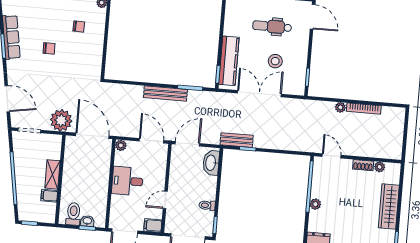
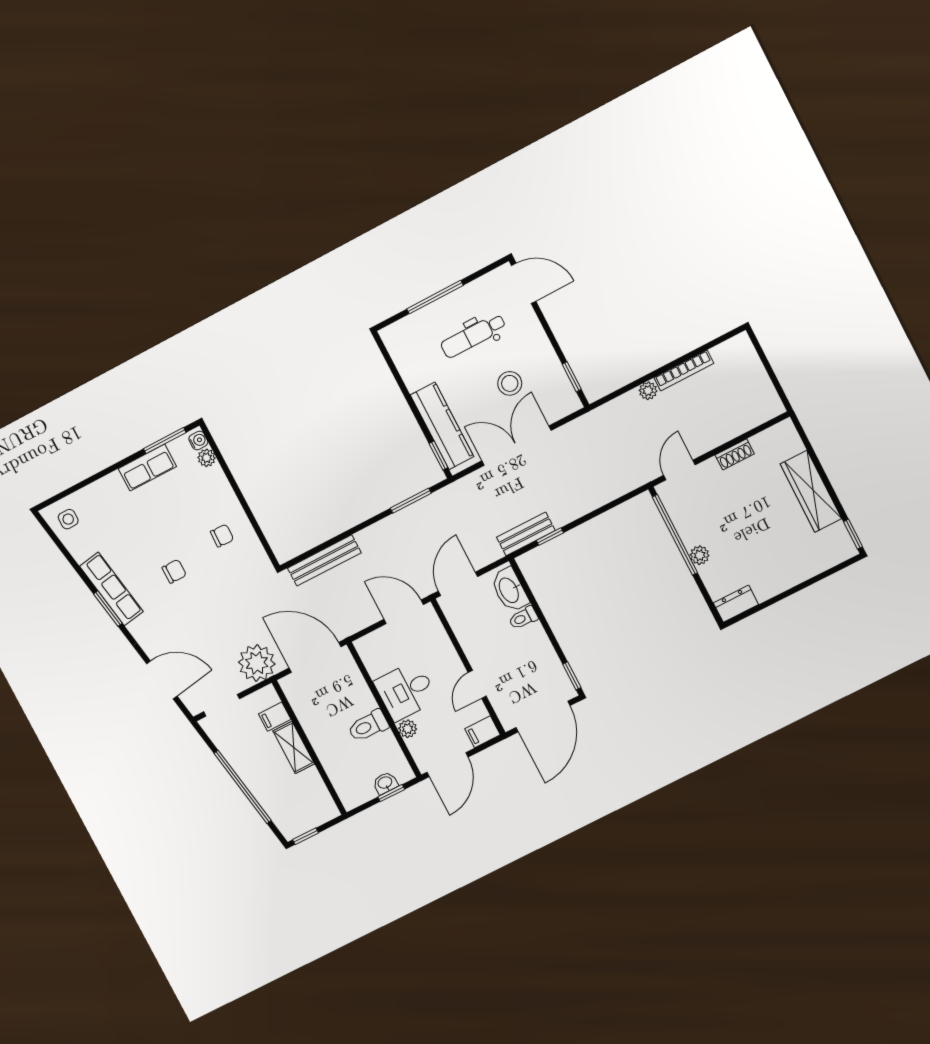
chair: (79, 27) -> (222, 536), moved
bench: (165, 93) -> (324, 560), moved
plant: (121, 145) -> (408, 729), moved
door: (332, 156) -> (679, 470), hinge flipped
plant: (380, 167) -> (761, 442), removed
filing cabinet: (49, 196) -> (275, 717), moved
toilet: (207, 205) -> (523, 618), moved
toilet: (73, 214) -> (368, 726), moved, turned -90

